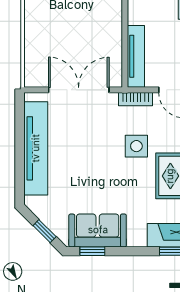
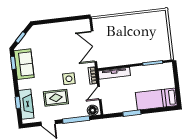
double door: (79, 90) -> (94, 46), swing flipped
tv unit: (36, 148) -> (62, 28), removed

